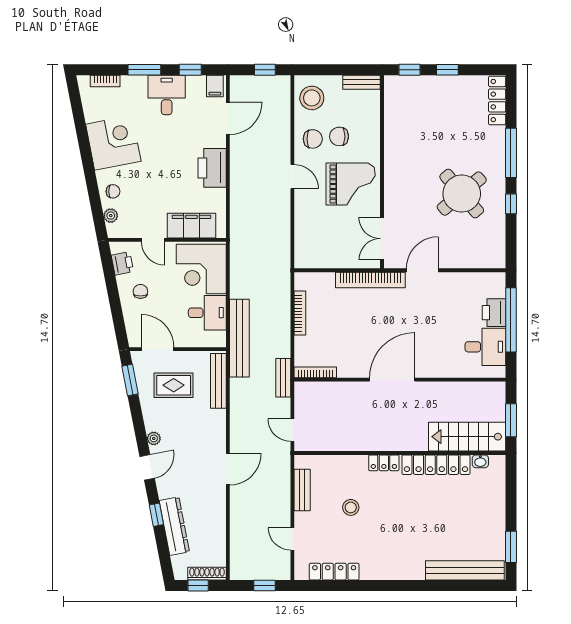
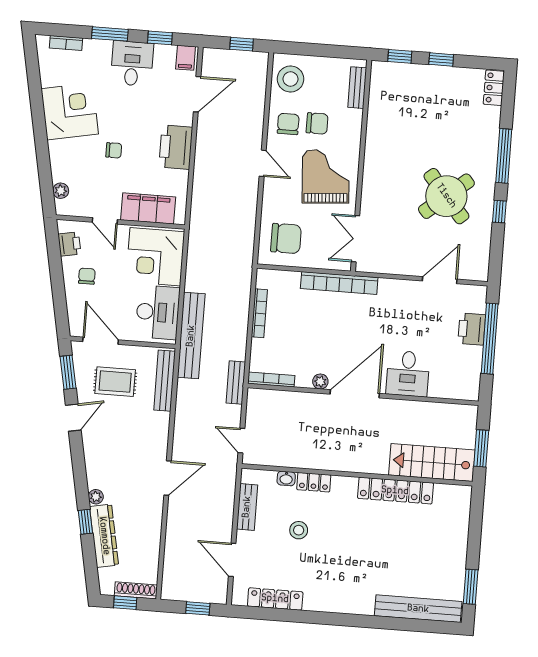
bench: (361, 82) -> (357, 88), moved, turned 90
locker: (497, 101) -> (494, 88), width x0.66
chair: (339, 136) -> (317, 123), turned 180
chair: (313, 139) -> (288, 124), turned -90
grand piano: (351, 184) -> (326, 176), turned -94
chair: (113, 191) -> (114, 150), moved
chair: (319, 243) -> (286, 239), added
door: (422, 270) -> (440, 280), moved
desk: (207, 313) -> (158, 312), width x1.37
desk: (485, 347) -> (408, 374), moved, turned 90
plant: (360, 371) -> (320, 381), added
plant: (154, 438) -> (96, 497), moved
washbasin: (480, 461) -> (286, 478), moved
locker: (384, 463) -> (314, 482), moved
door: (147, 467) -> (73, 418), moved
door: (292, 539) -> (232, 560), width x1.38

